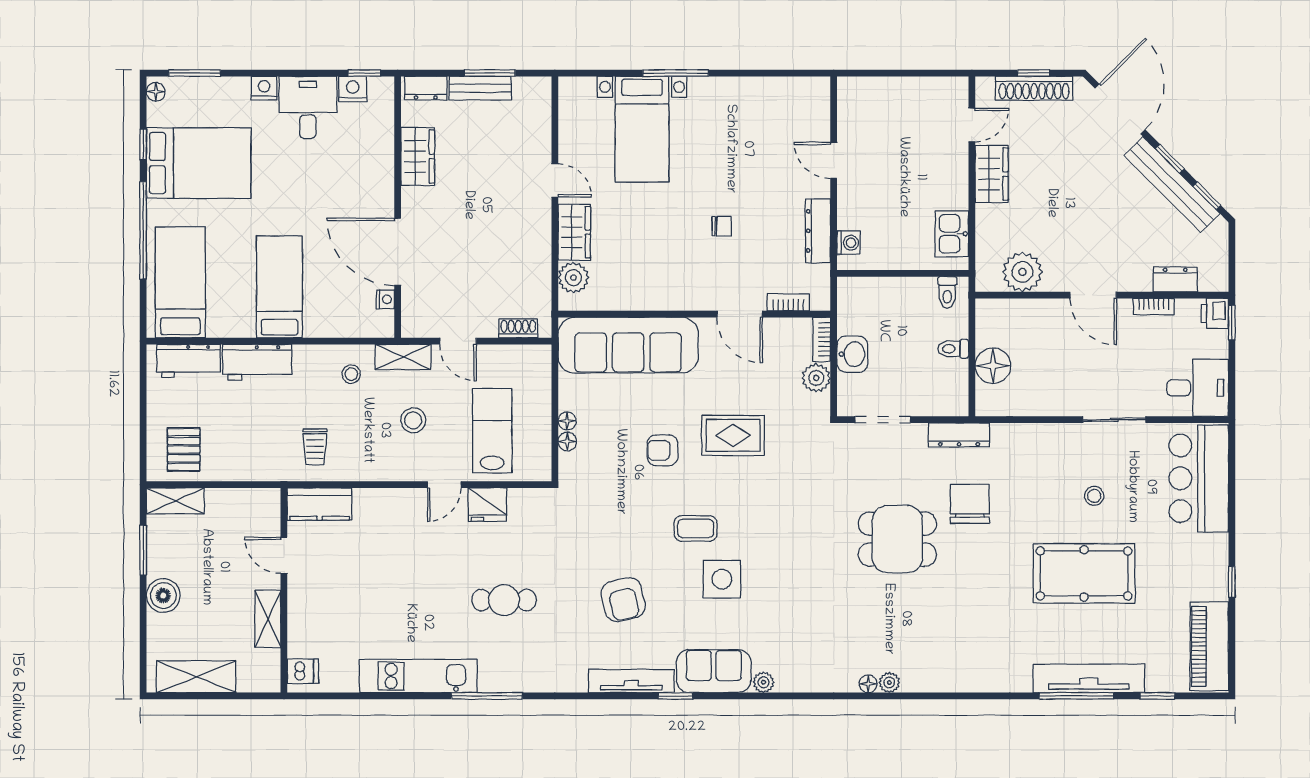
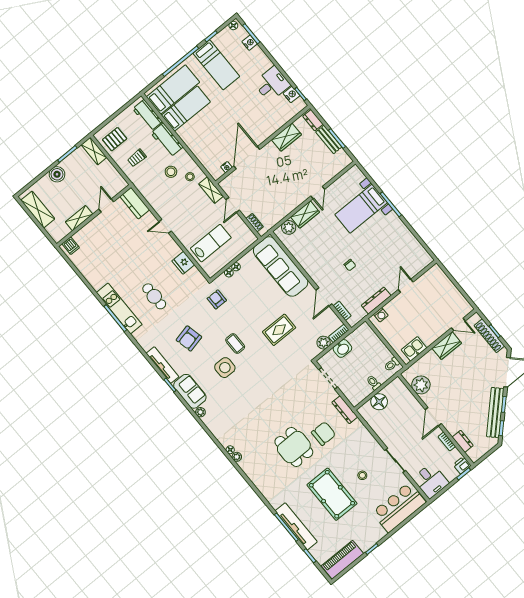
nightstand: (264, 88) -> (250, 43), moved
bed: (199, 163) -> (216, 65), width x0.67
bed: (279, 287) -> (186, 109), moved
stool: (413, 420) -> (171, 172), moved
rug: (733, 435) -> (279, 330), turned 90
trolley: (315, 447) -> (137, 158), moved
armchair: (663, 450) -> (217, 299), moved
door: (444, 485) -> (165, 226), moved
dining table: (897, 539) -> (294, 447), moved
kitchen unit: (418, 676) -> (119, 309), moved

